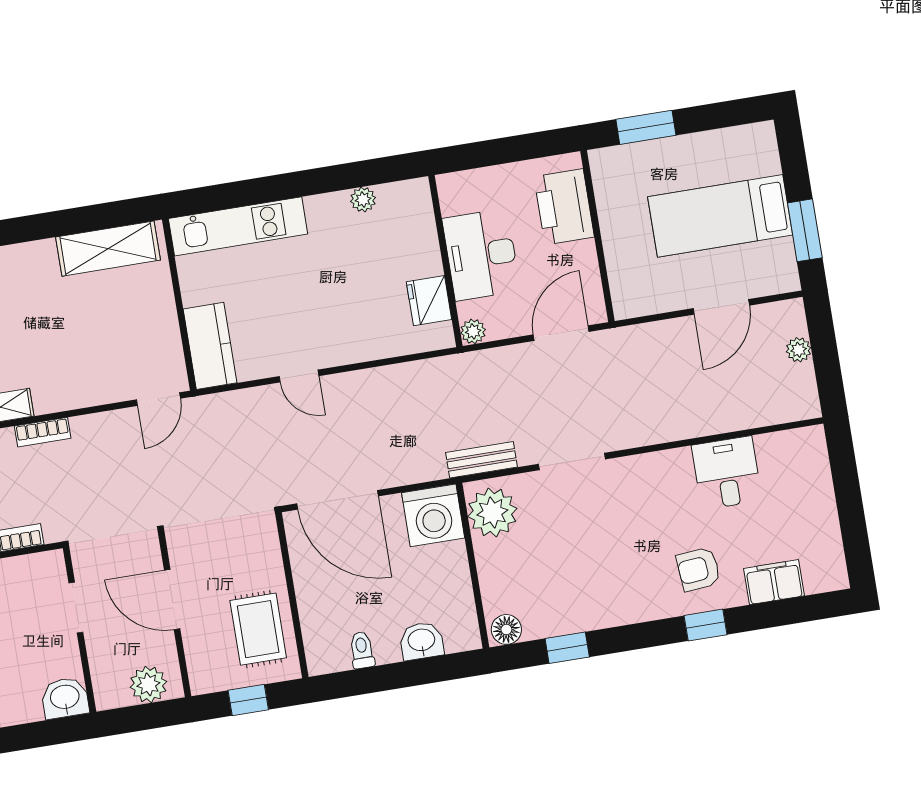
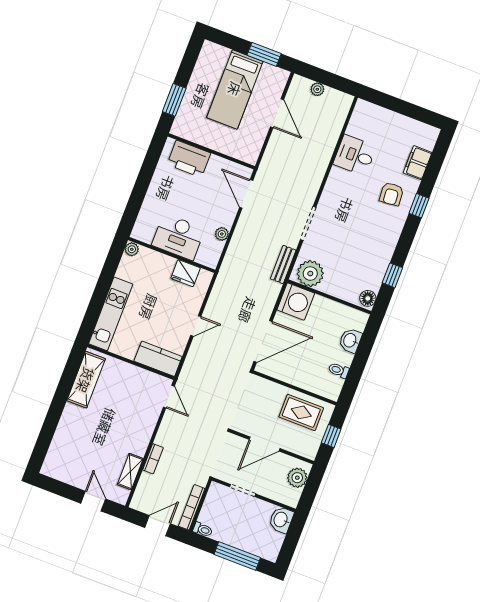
desk: (481, 255) -> (178, 237), moved
wall: (445, 261) -> (172, 255), moved
fridge: (429, 301) -> (186, 273), moved

